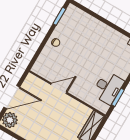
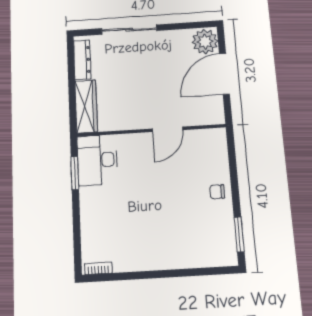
desk: (108, 88) -> (97, 160), moved

